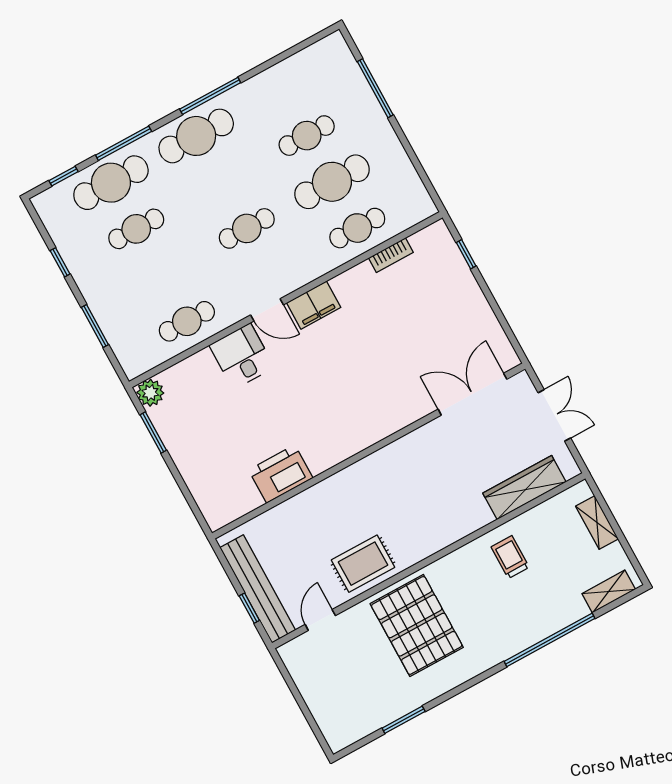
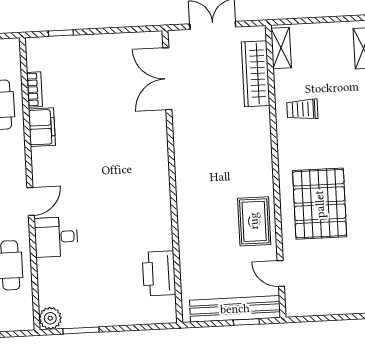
filing cabinet: (314, 305) -> (42, 127), moved
printer: (281, 474) -> (159, 273), moved
shelving: (597, 522) -> (281, 48), moved, turned 90
pallet: (417, 625) -> (320, 204), turned 90

